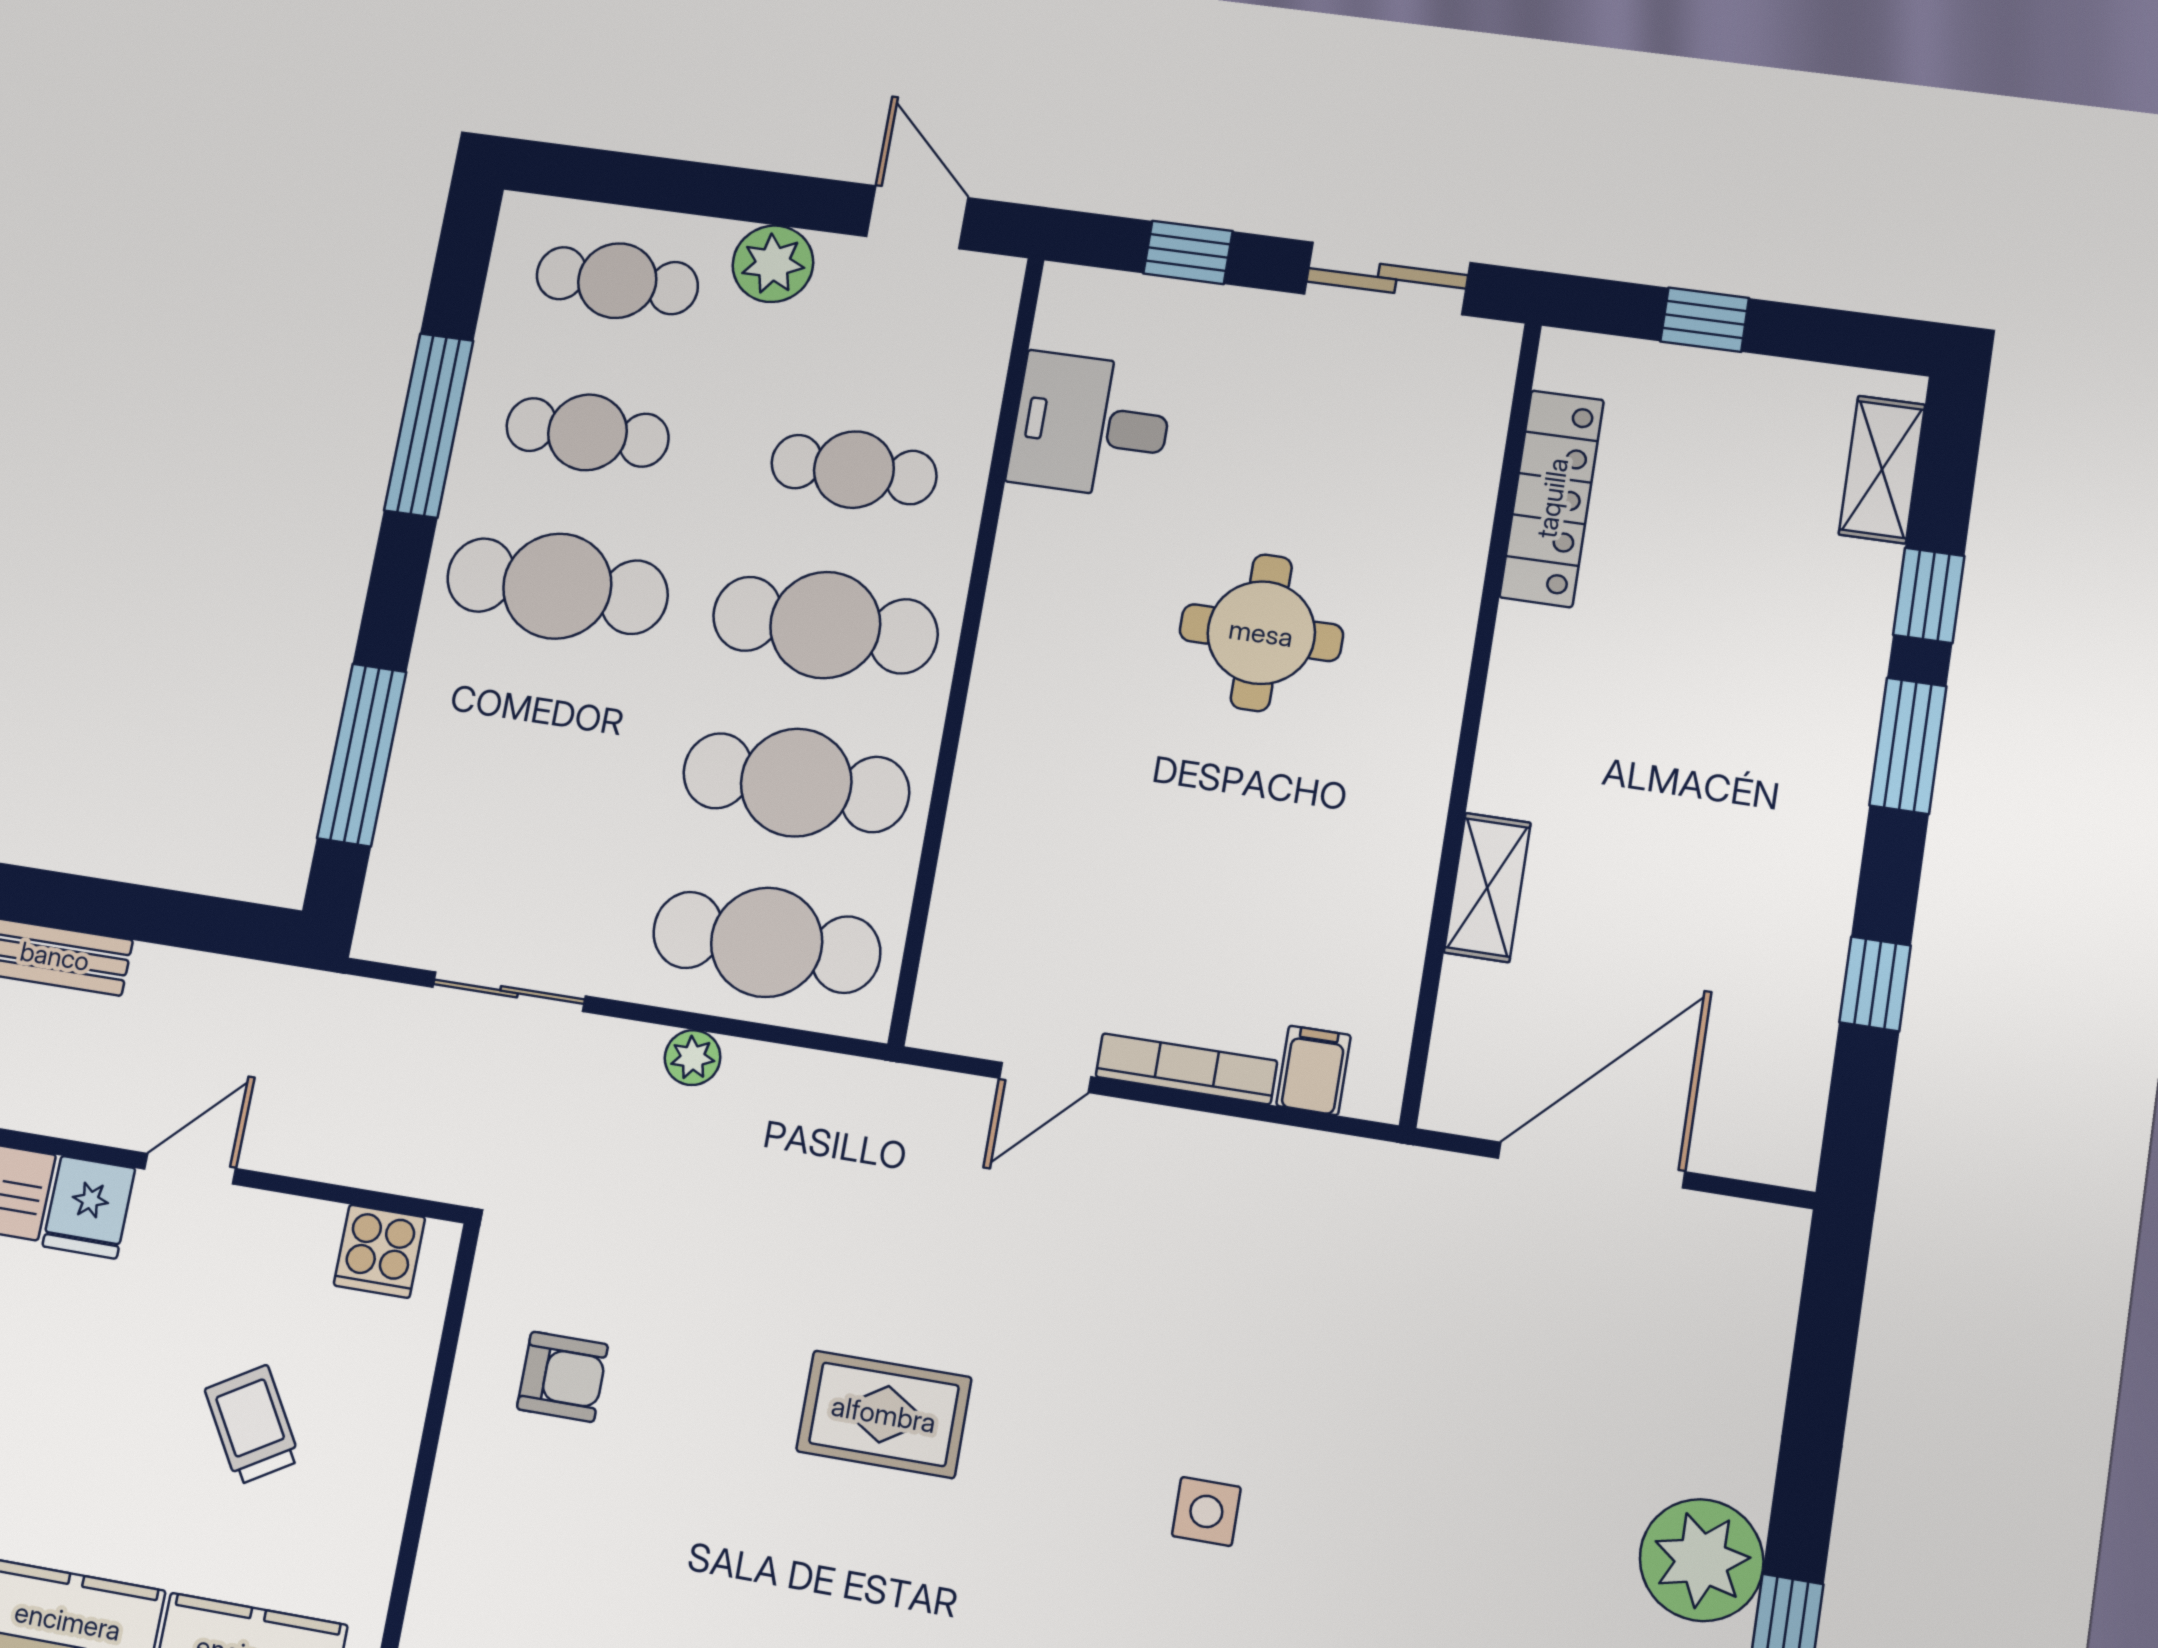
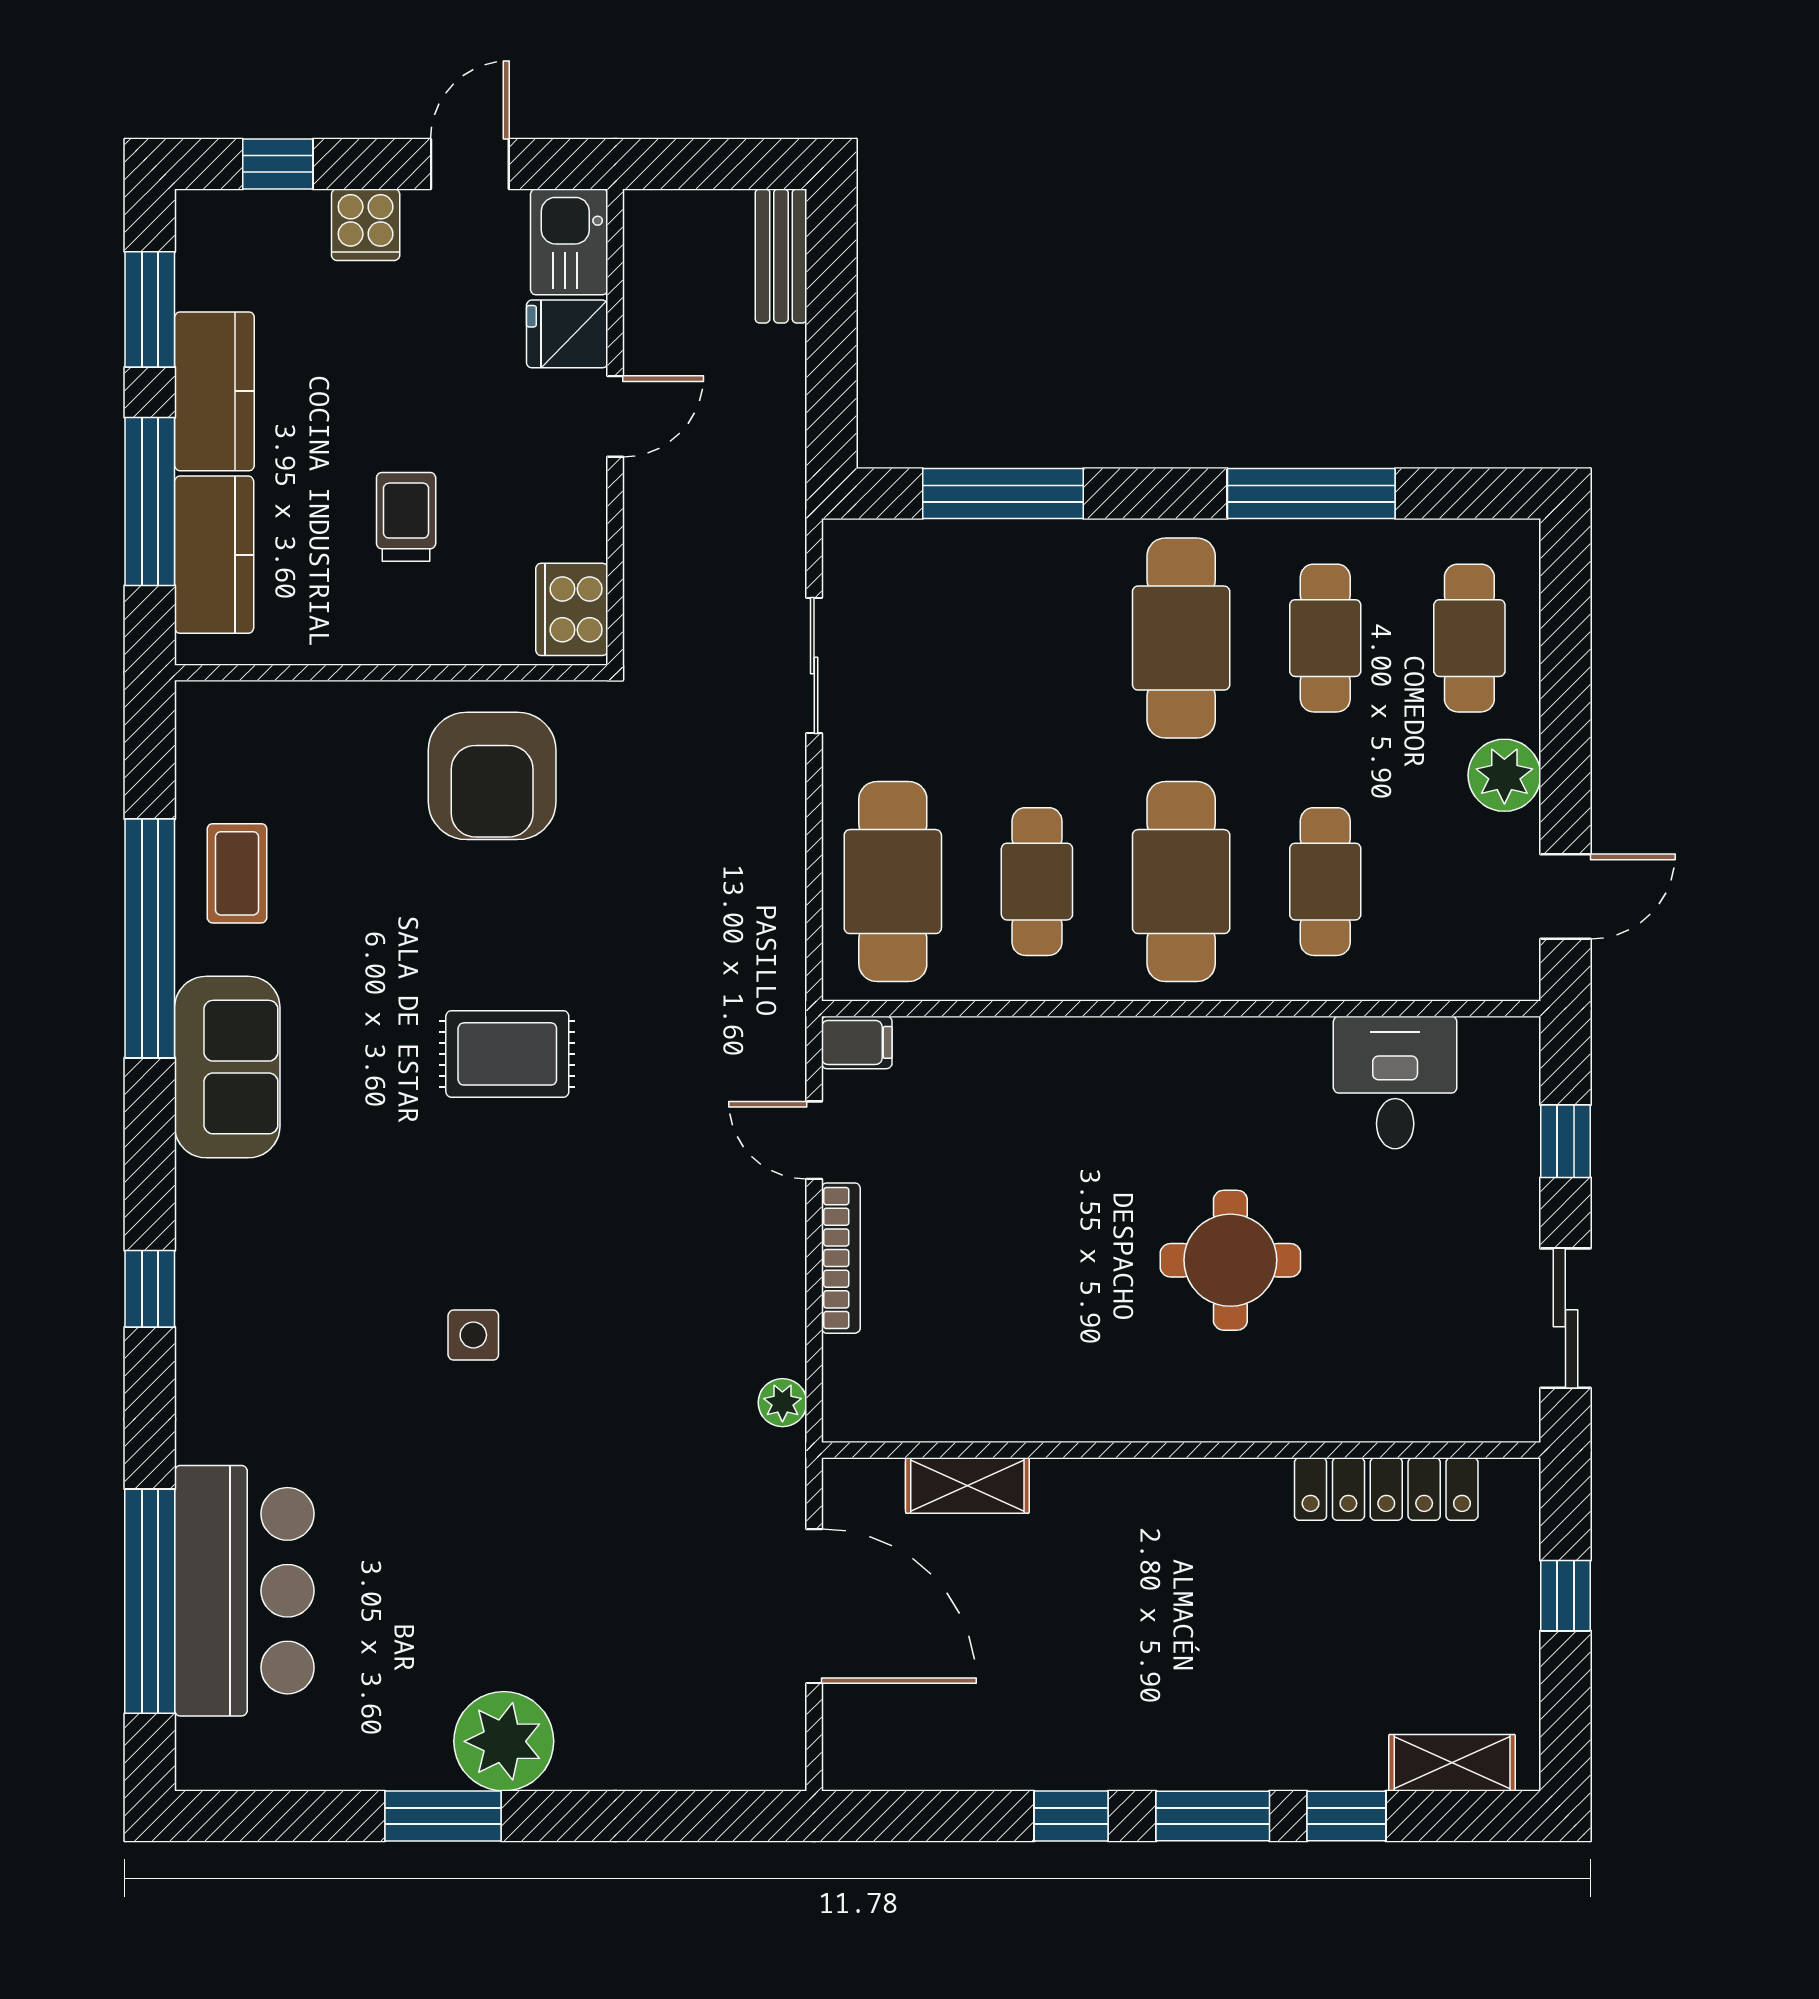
cafe table: (796, 783) -> (1037, 882), width x0.73, depth x0.74
shelving: (1487, 887) -> (967, 1485), moved
window: (1875, 984) -> (1071, 1816), moved
plant: (693, 1058) -> (782, 1403), moved
filing cabinet: (1313, 1070) -> (857, 1042), moved
door: (190, 1169) -> (615, 416), hinge flipped
cooker: (379, 1251) -> (572, 609), width x1.36
armchair: (562, 1377) -> (492, 776), width x1.88, depth x1.88
rug: (884, 1414) -> (507, 1054), turned 90
trolley: (252, 1425) -> (406, 517), turned -59

